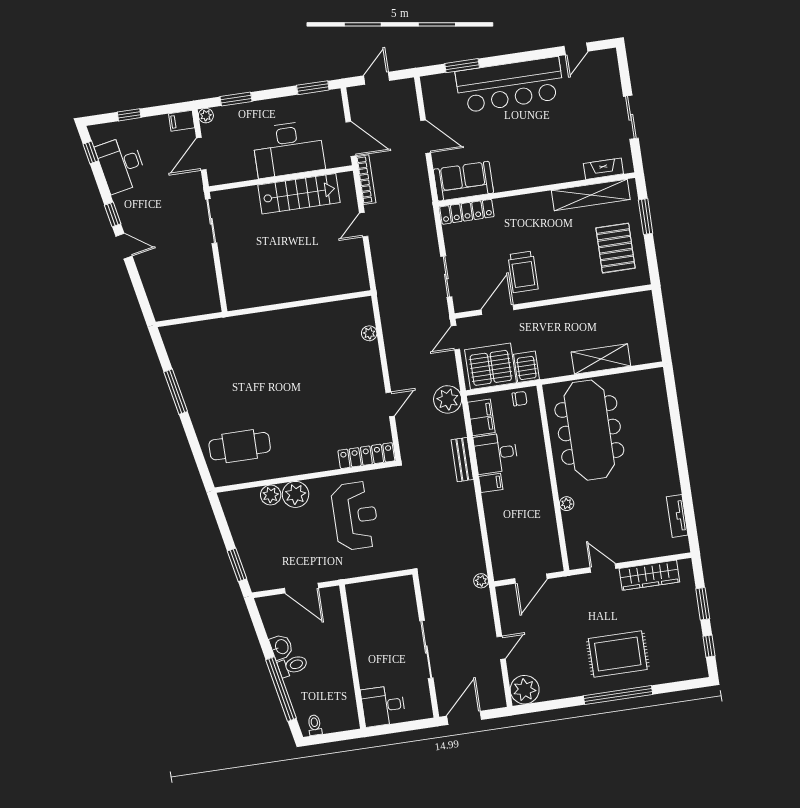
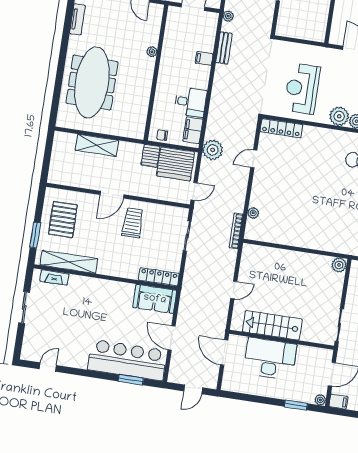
bar counter: (510, 85) -> (127, 360), moved
window: (313, 88) -> (240, 396), removed
bookcase: (366, 180) -> (236, 231), moved
plant: (236, 300) -> (339, 265), added
door: (498, 310) -> (112, 195), moved
meeting table: (589, 430) -> (92, 82), moved
bench: (462, 460) -> (224, 48), moved
filing cabinet: (491, 483) -> (204, 59), moved

